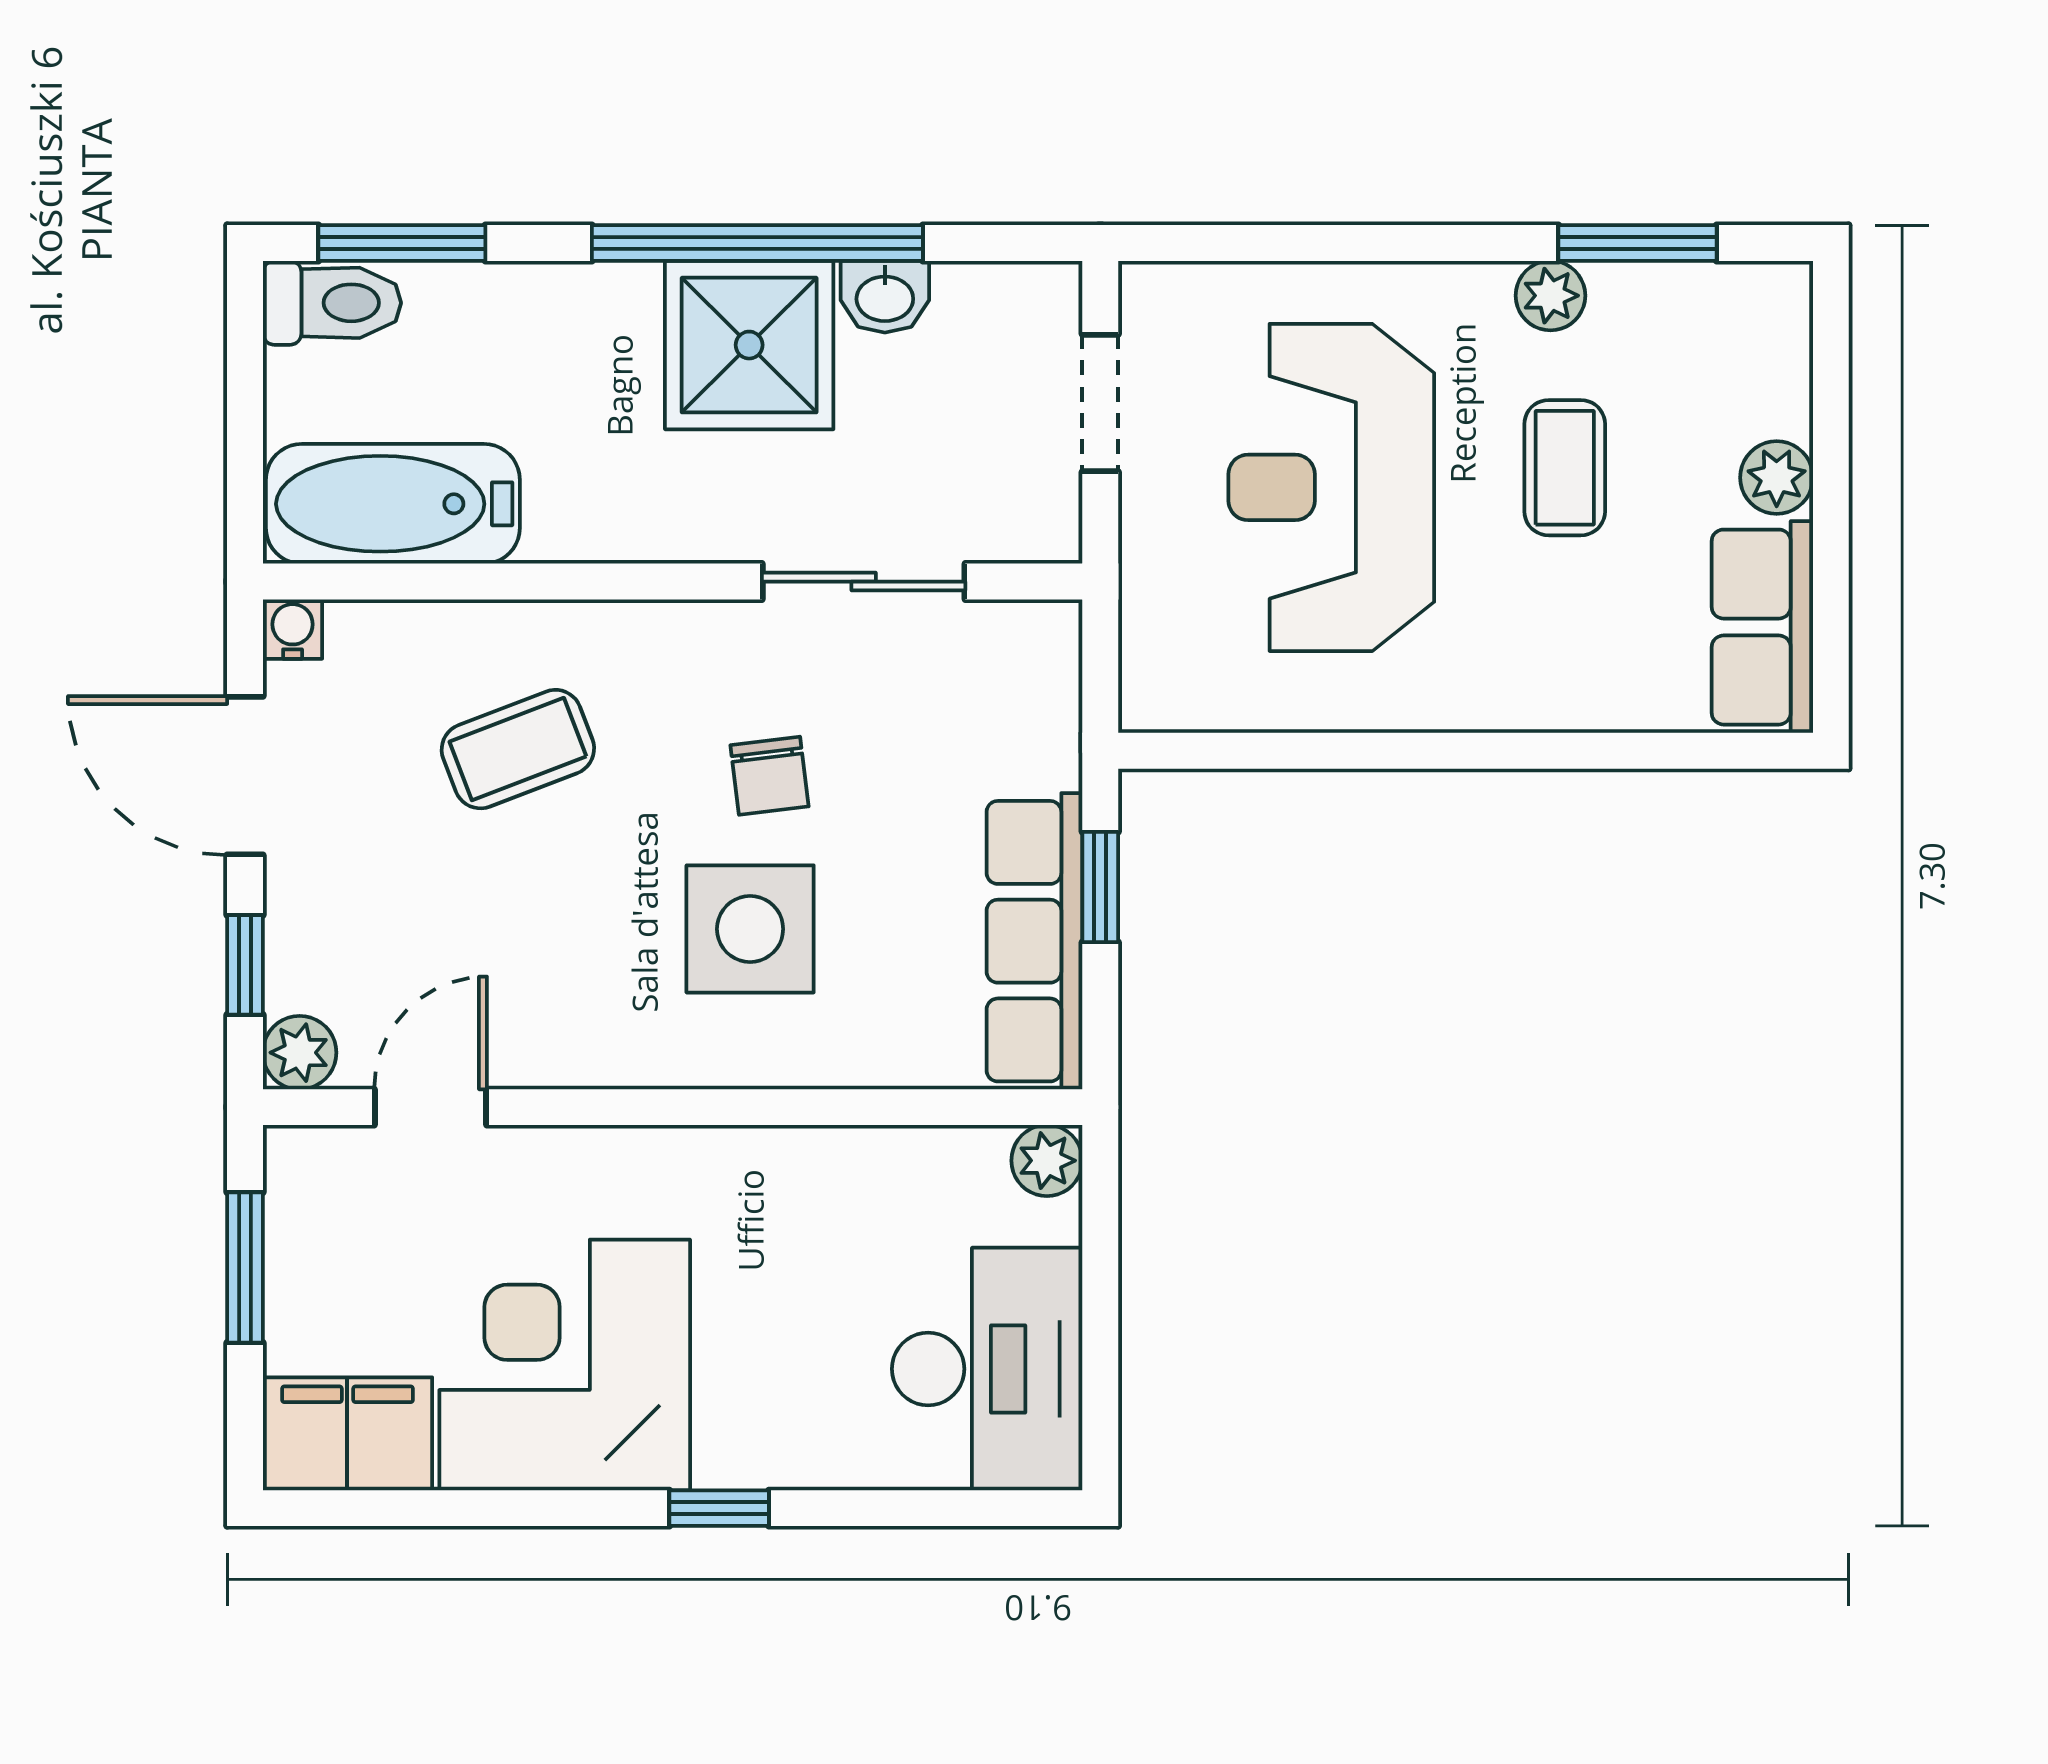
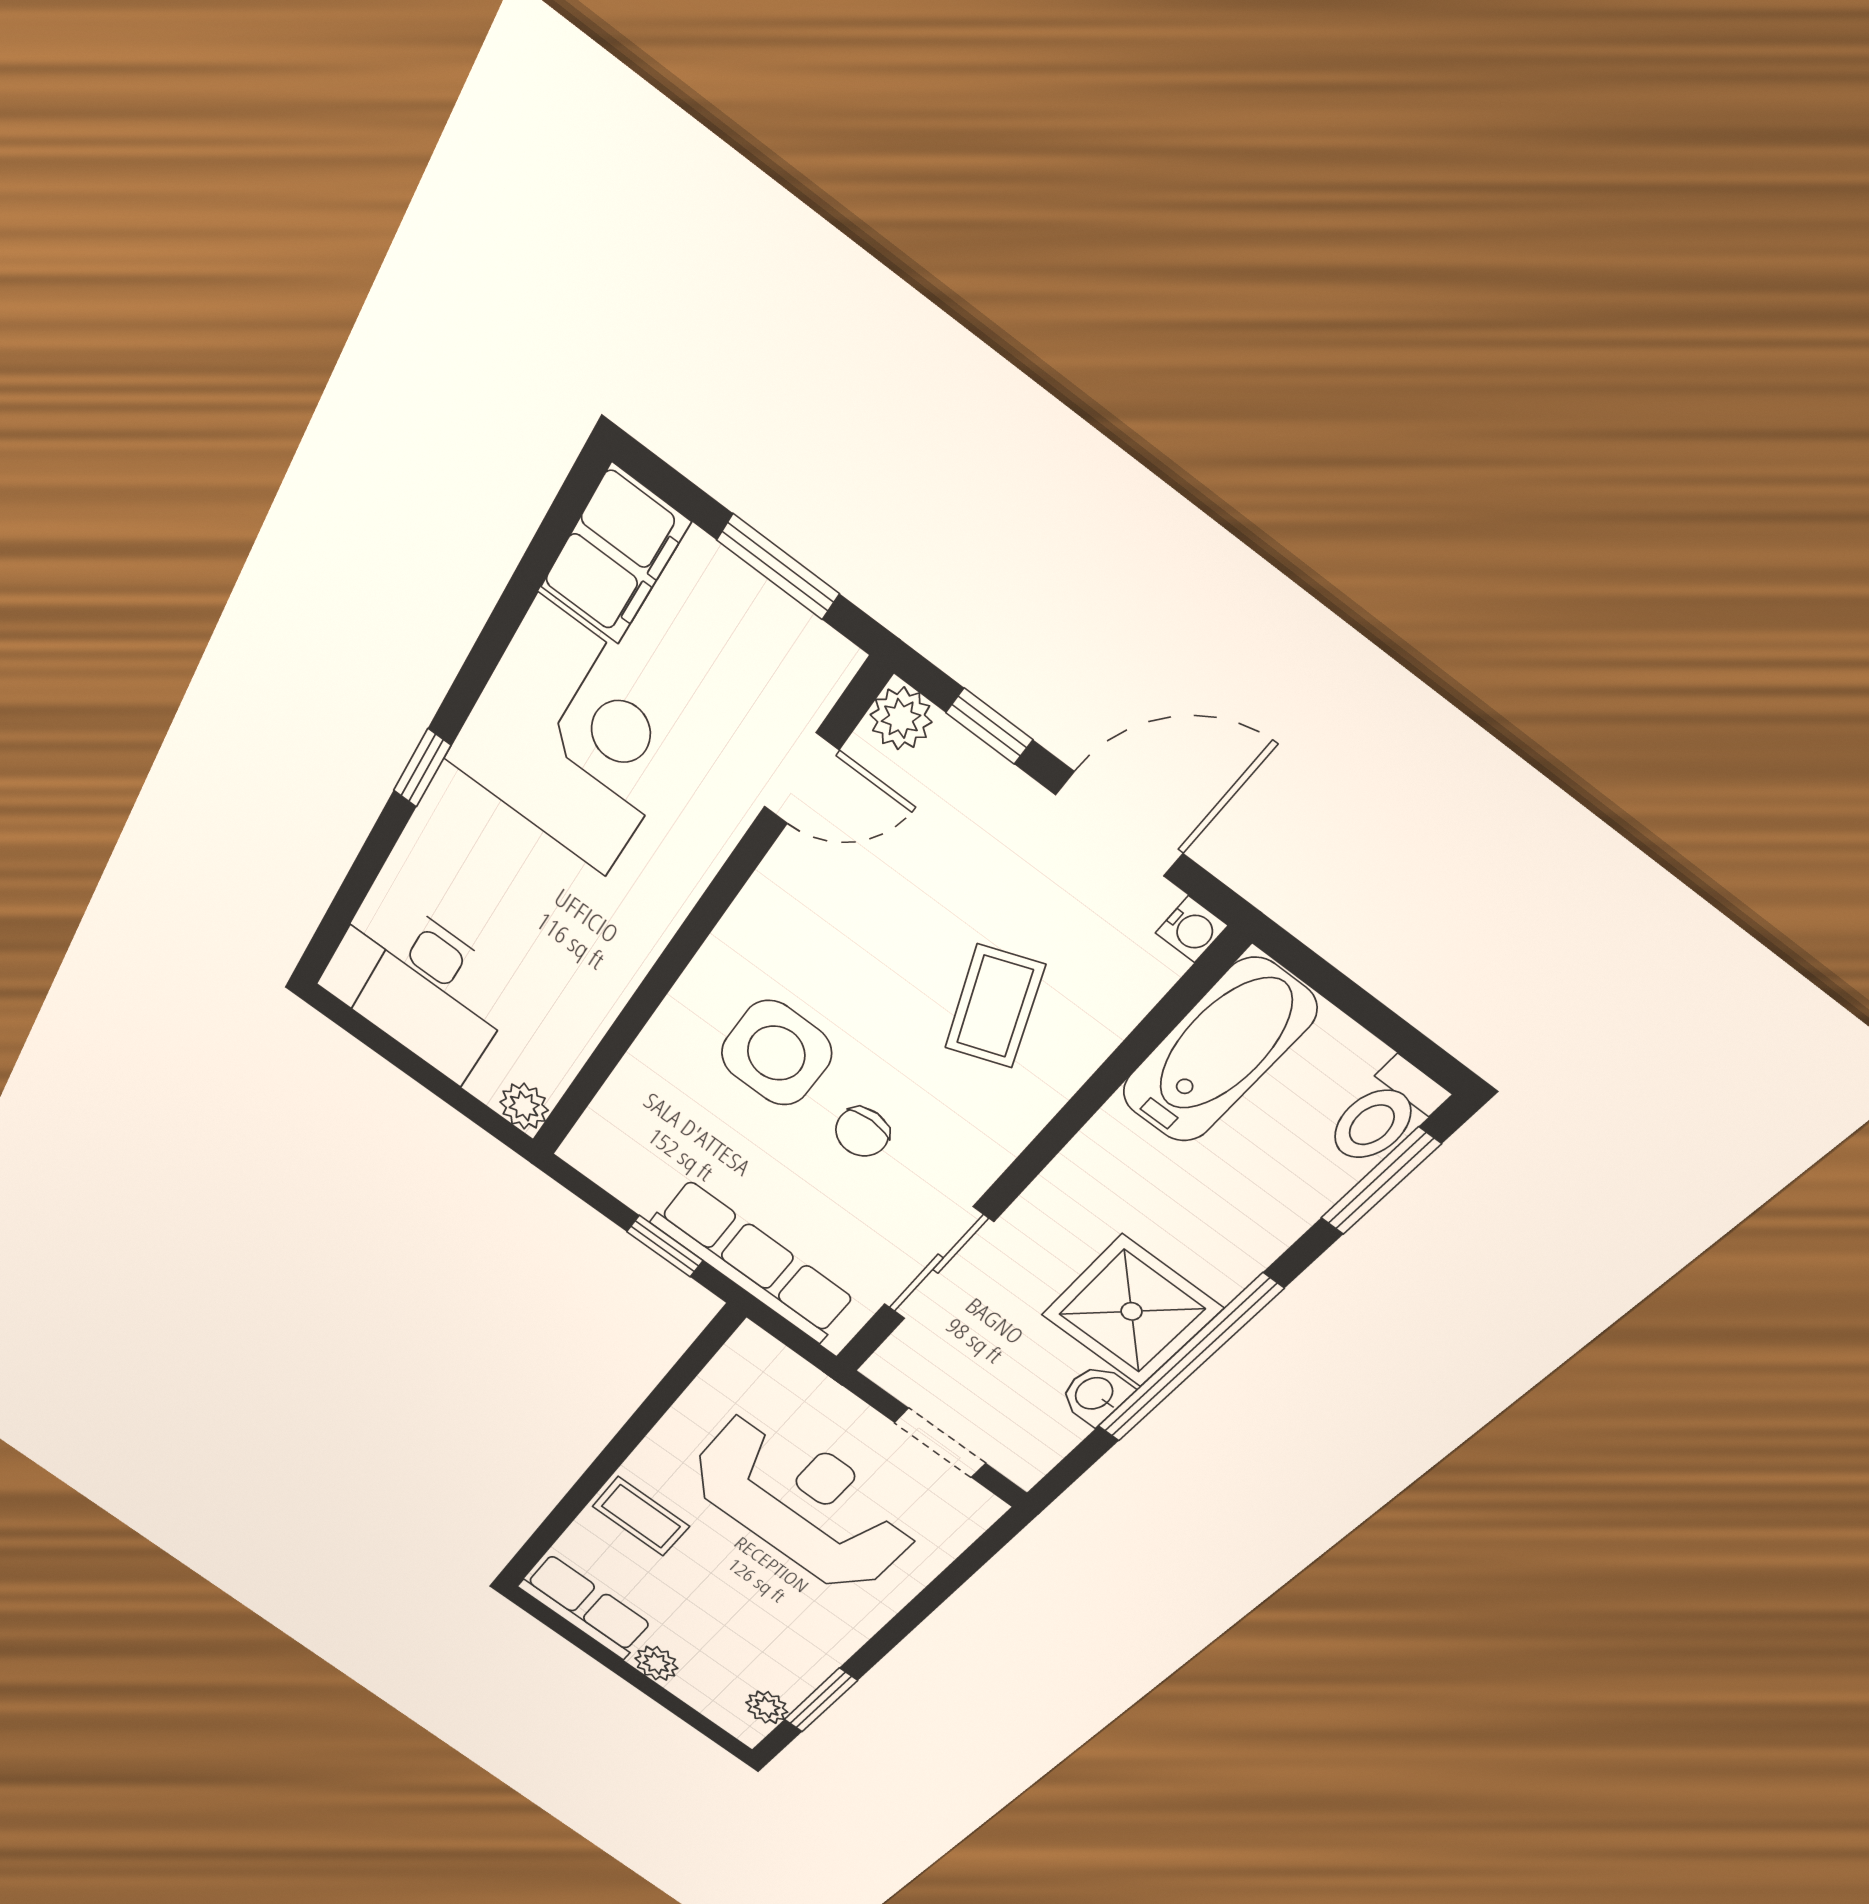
plant: (1550, 296) -> (767, 1707), moved
coffee table: (1565, 468) -> (641, 1516), moved
chair: (769, 776) -> (862, 1132), turned -83
row of seats: (1035, 941) -> (753, 1261), moved
door: (431, 1107) -> (801, 779), hinge flipped

